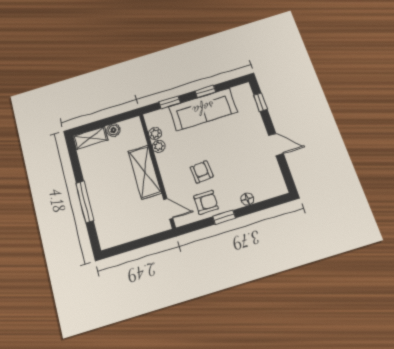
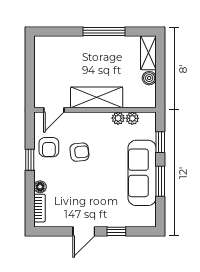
window: (205, 91) -> (160, 181), width x1.50
window: (260, 102) -> (116, 231), moved
bookcase: (268, 193) -> (40, 208), added
window: (85, 202) -> (104, 31), moved

